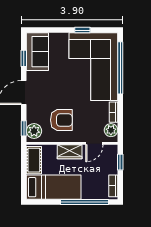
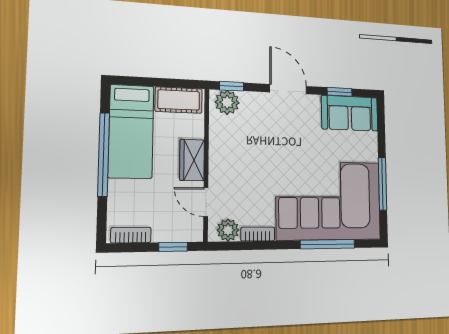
window: (82, 30) -> (383, 184), width x2.17
window: (120, 68) -> (328, 244), width x0.68
armchair: (61, 120) -> (245, 147), removed
window: (85, 202) -> (104, 154), moved

